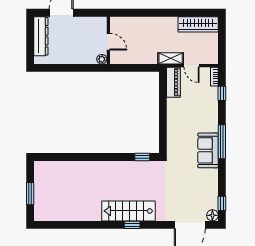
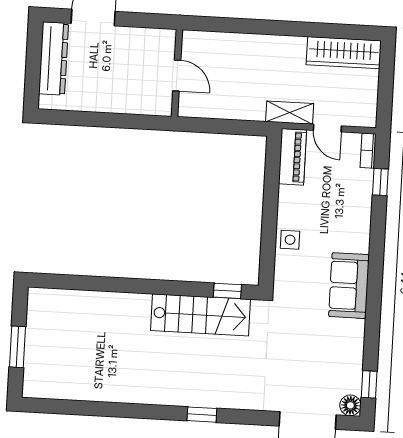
plant: (102, 59) -> (163, 107), removed
side table: (175, 127) -> (290, 240), added
window: (222, 142) -> (375, 271), removed
stairs: (128, 211) -> (200, 315), moved, turned 180

